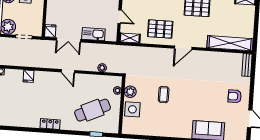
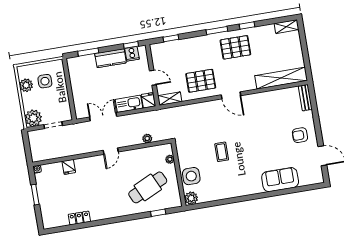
fridge: (50, 31) -> (148, 100), moved
double door: (69, 40) -> (103, 117), swing flipped
door: (183, 48) -> (231, 95), hinge flipped
door: (68, 71) -> (111, 151), hinge flipped
plant: (130, 92) -> (191, 198), moved
locker: (50, 124) -> (79, 218), moved

